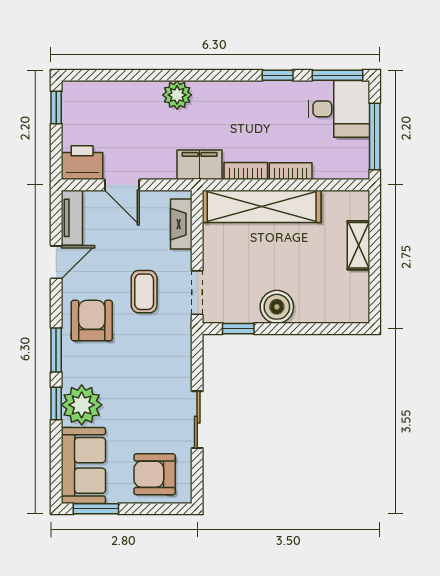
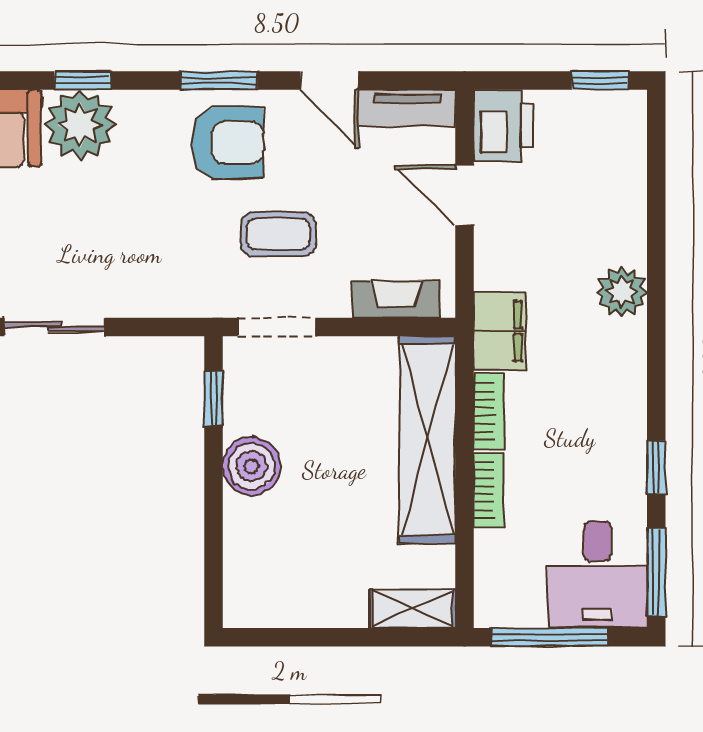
door: (122, 185) -> (465, 195), hinge flipped
shelving: (358, 245) -> (412, 609), moved
window: (56, 350) -> (219, 80), moved

